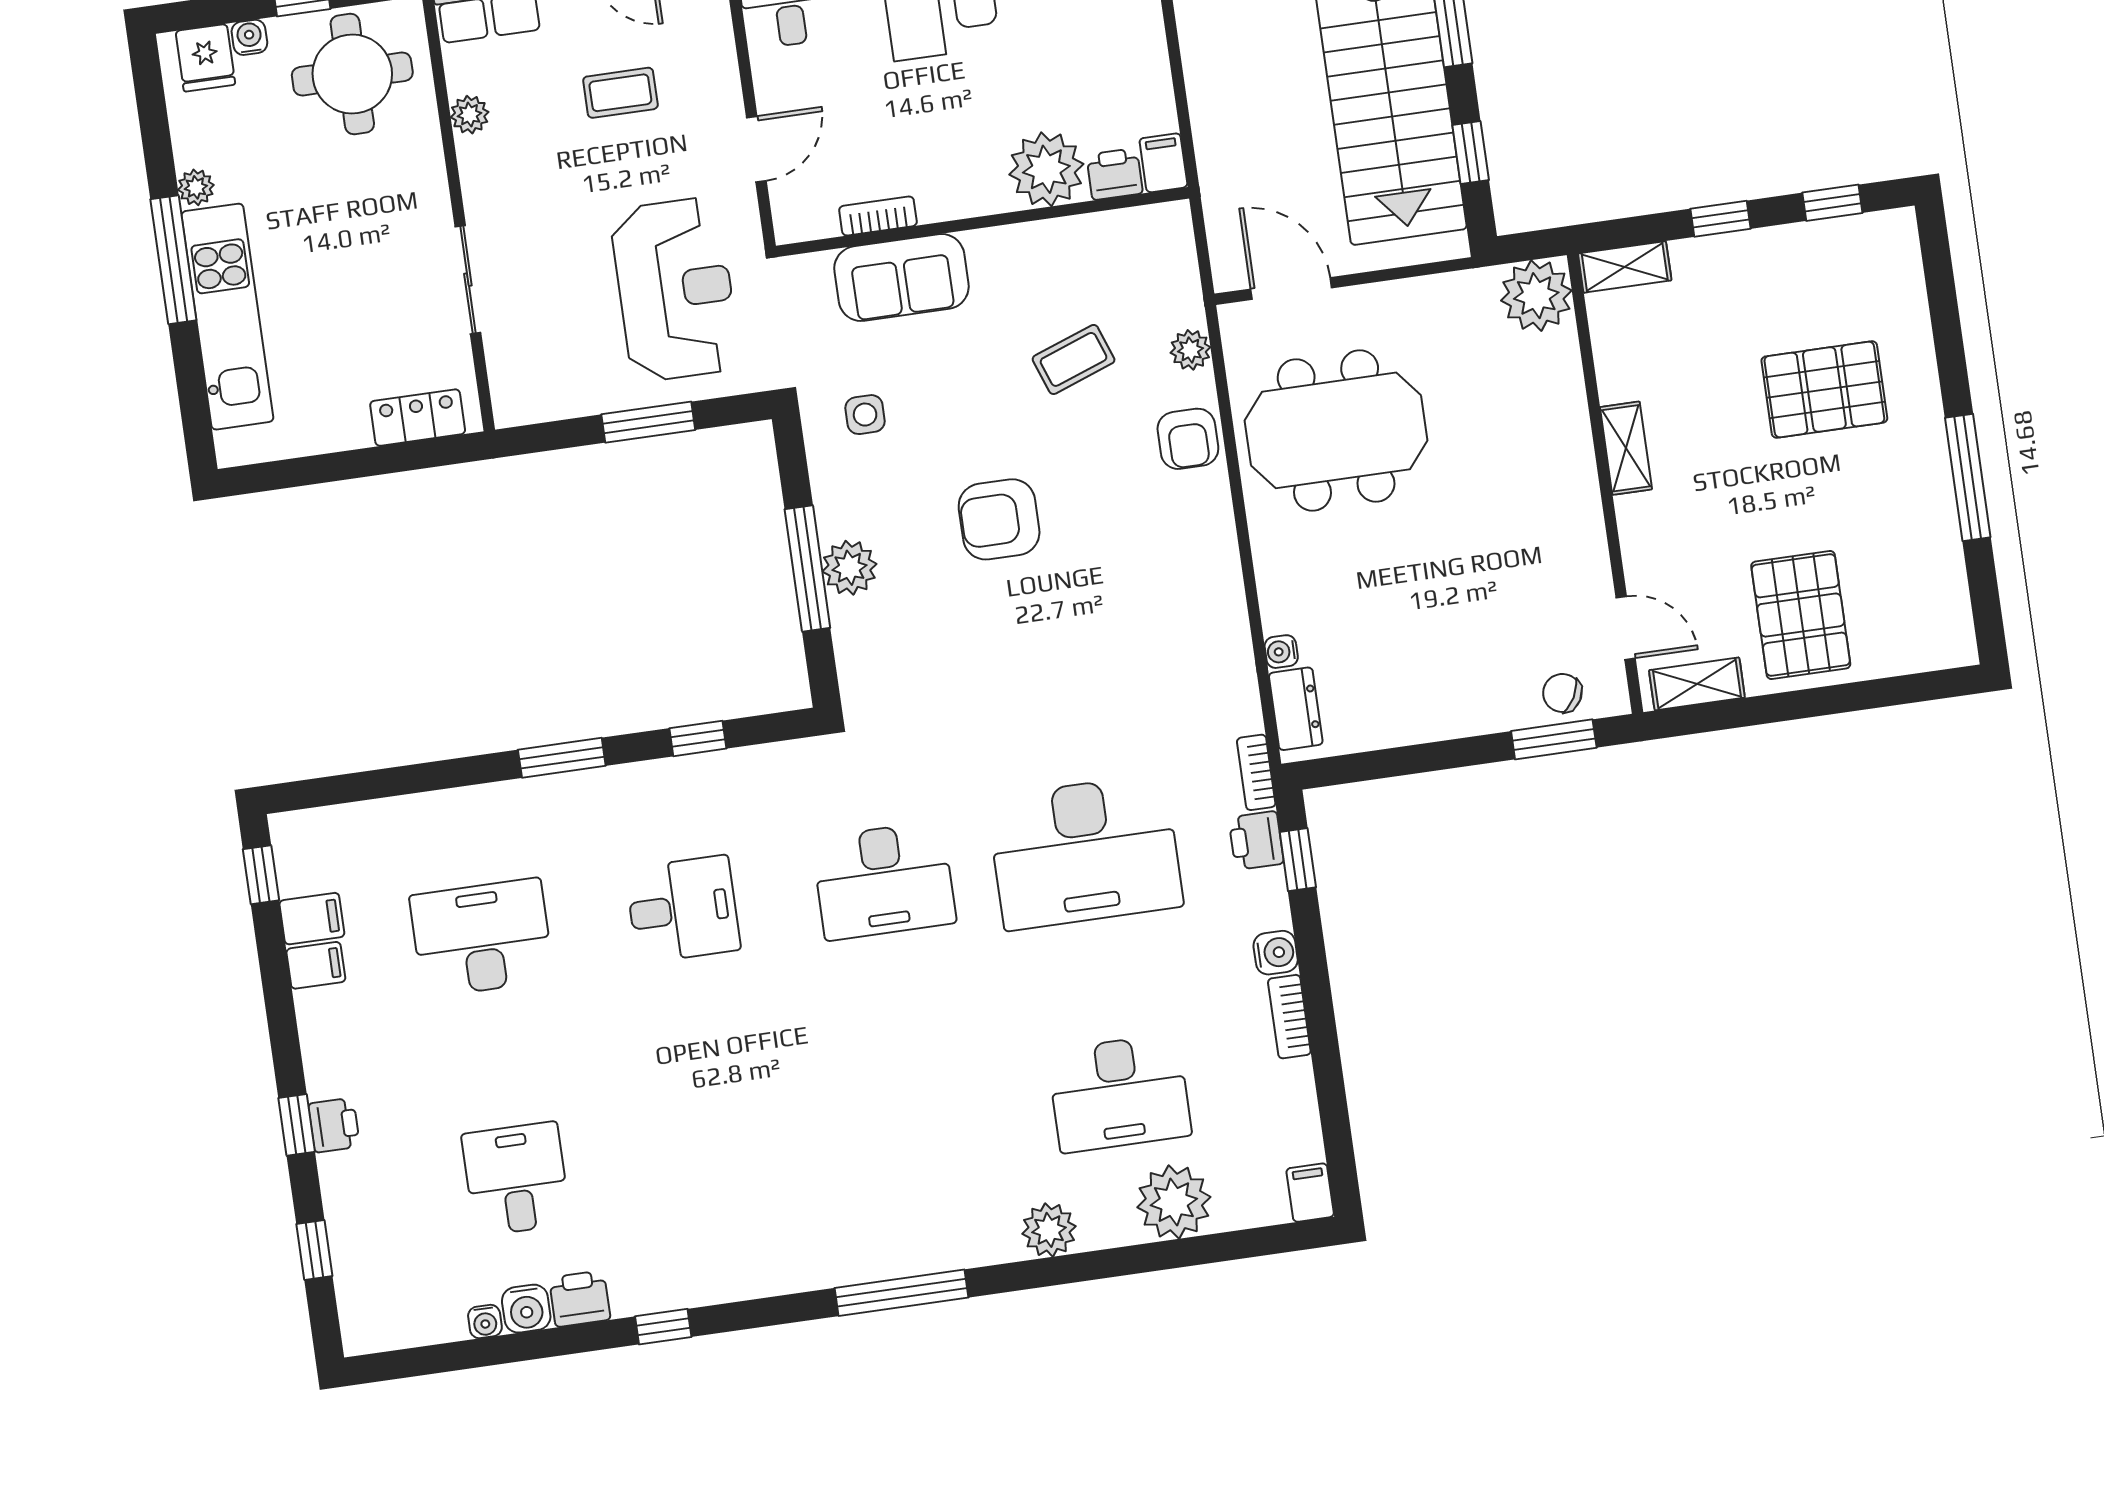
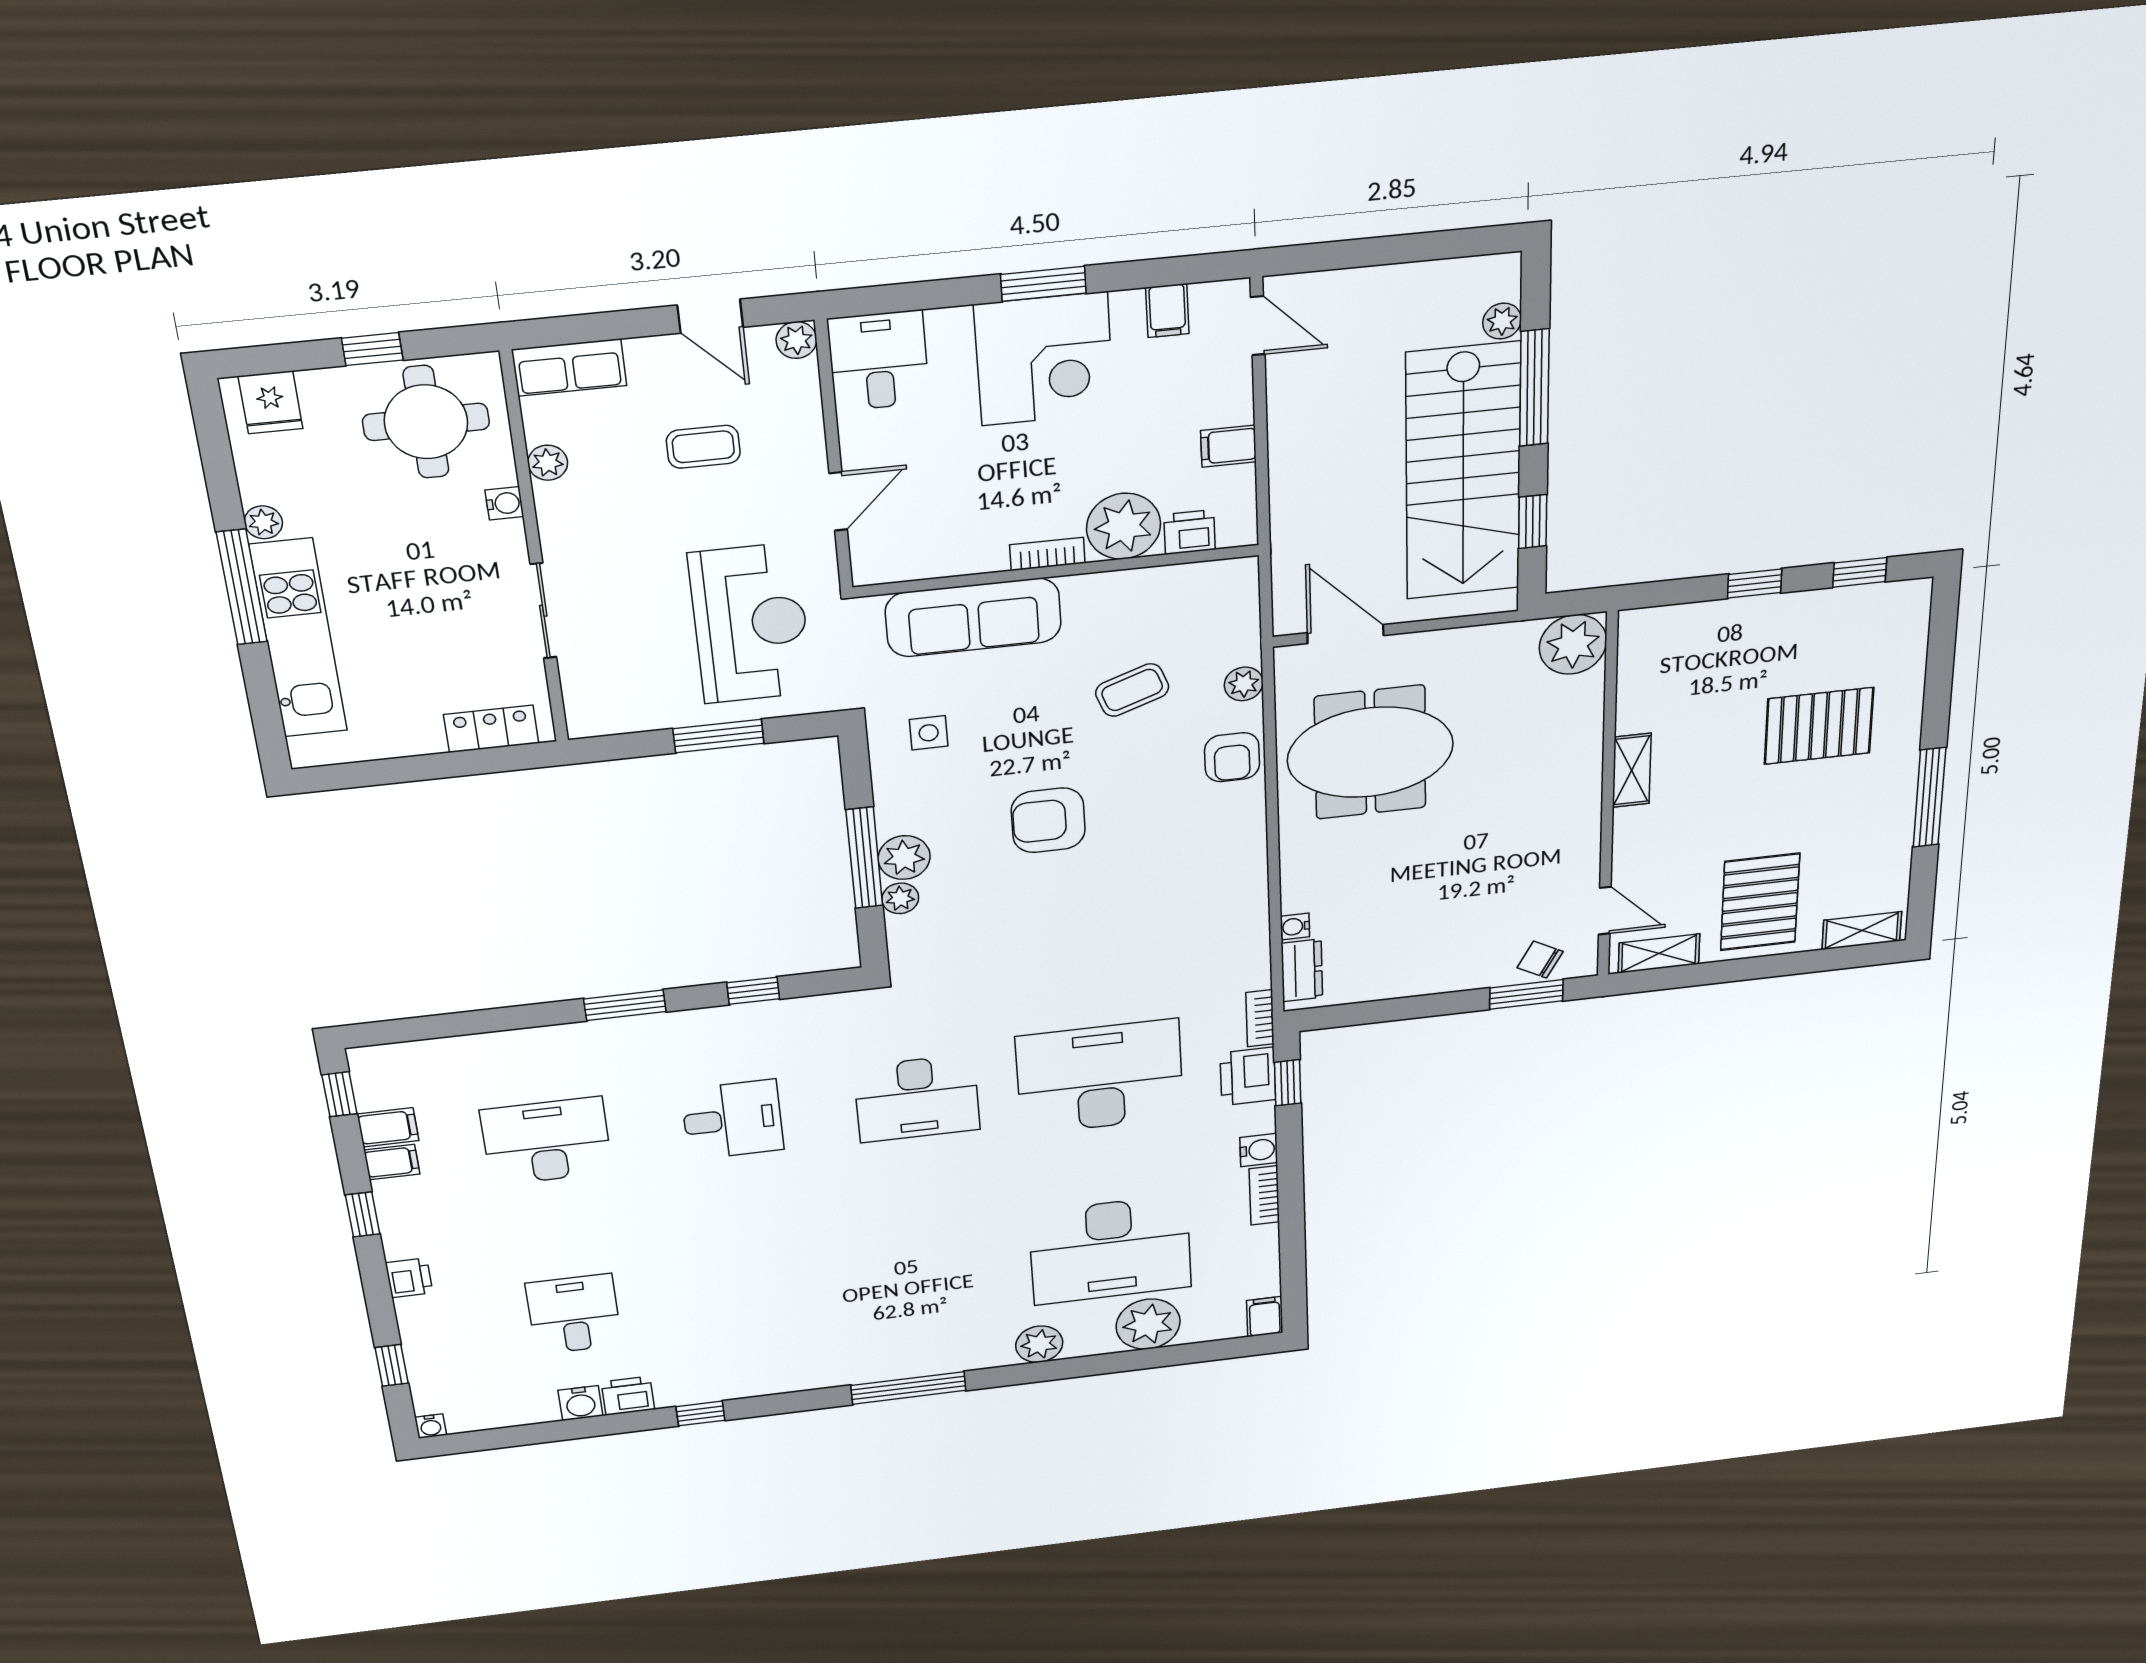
water cooler: (249, 37) -> (504, 503), moved, turned 90
filing cabinet: (1163, 163) -> (1229, 446), moved, turned -90
bookcase: (878, 216) -> (1047, 554), moved
shelving: (1625, 267) -> (1862, 931), moved
sofa: (901, 278) -> (973, 617), width x1.36
plant: (849, 619) -> (900, 898), added
printer: (1256, 840) -> (1248, 1076), width x1.36, depth x1.24
desk: (1085, 852) -> (1100, 1077), turned 180
desk: (1119, 1093) -> (1110, 1250), width x1.36, depth x1.30
window: (297, 1125) -> (363, 1214), moved
water cooler: (485, 1322) -> (431, 1426), moved

